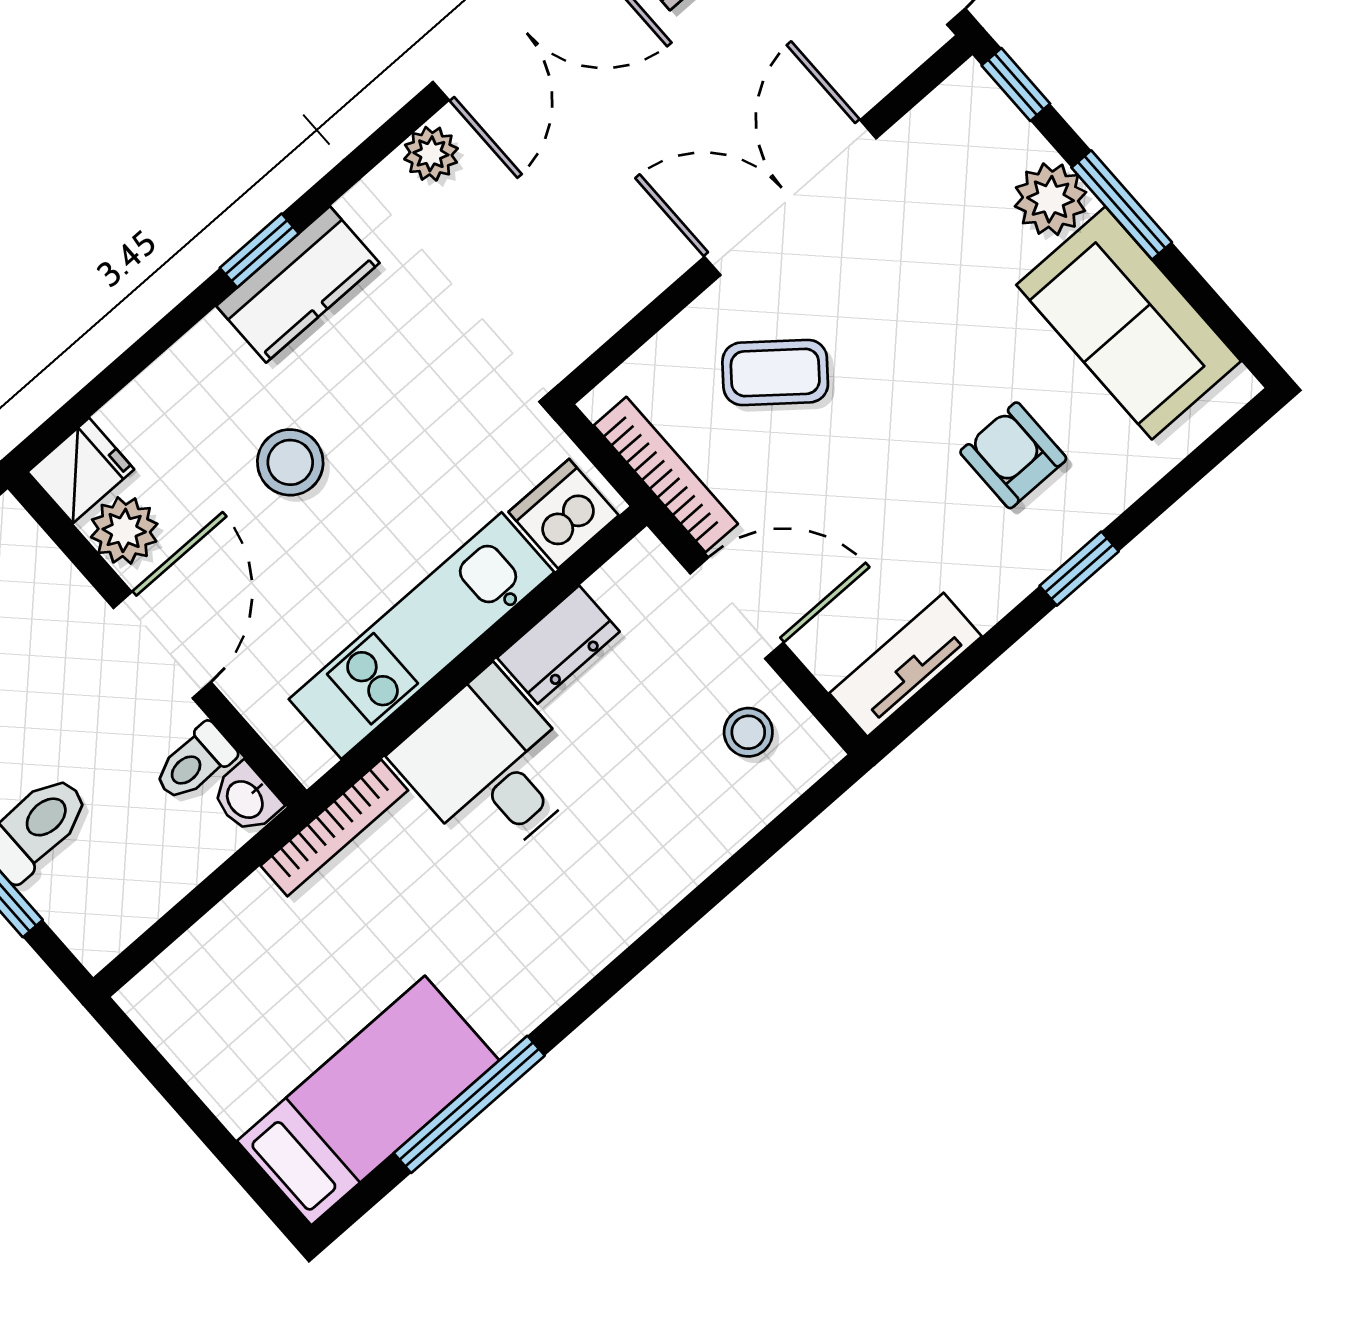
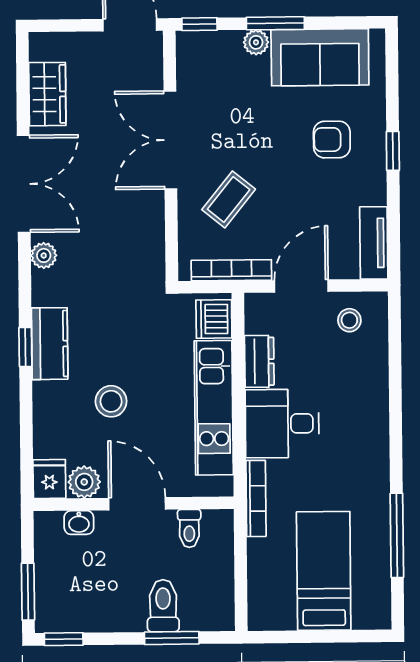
plant: (1050, 199) -> (256, 42), width x0.73, depth x0.73
washbasin: (246, 799) -> (79, 523), moved
bed: (368, 1101) -> (324, 571), moved

